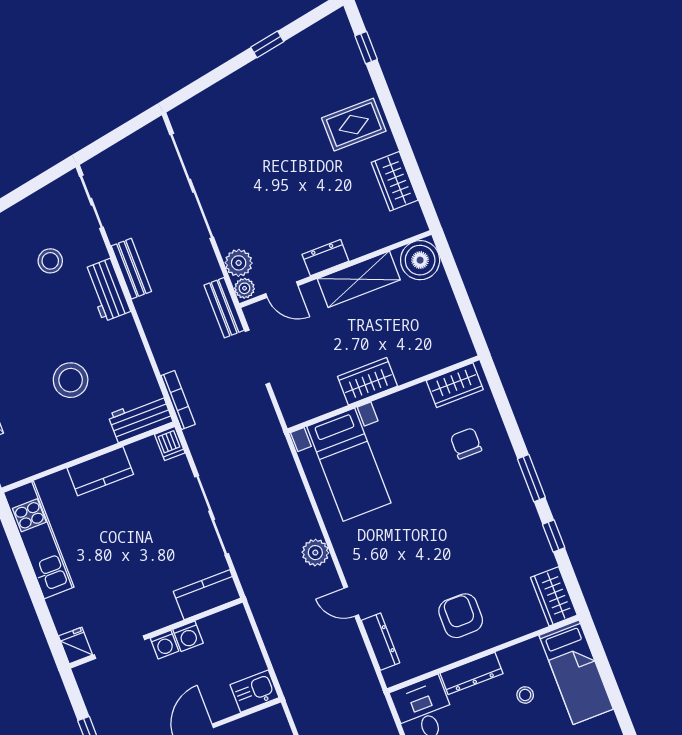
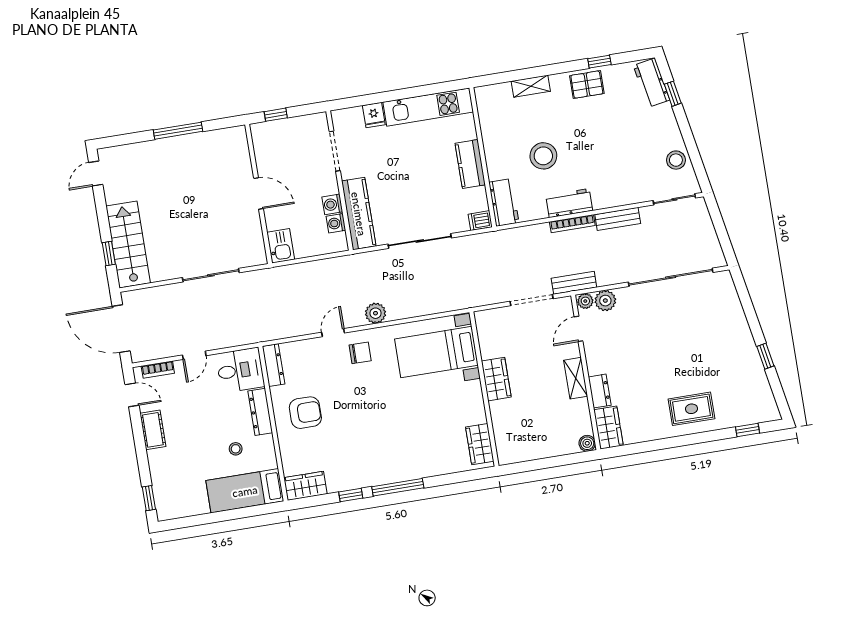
rug: (354, 125) -> (691, 409), turned 90
wardrobe: (395, 181) -> (608, 428), moved, turned 90
dresser: (325, 258) -> (600, 391), moved
boiler: (420, 260) -> (587, 443), width x0.54, depth x0.54
stool: (50, 261) -> (676, 160), moved
shelving: (359, 279) -> (576, 378), width x0.67, depth x0.75
workbench: (107, 290) -> (569, 203), moved
bookcase: (178, 400) -> (572, 224), moved
chair: (466, 443) -> (360, 353), moved
window: (531, 478) -> (398, 487), width x1.44
kitchen counter: (207, 595) -> (359, 214), width x1.50
dresser: (380, 642) -> (274, 365), moved, turned -90
fridge: (76, 645) -> (374, 115), moved, turned 90
washing machine: (164, 645) -> (336, 223), moved

